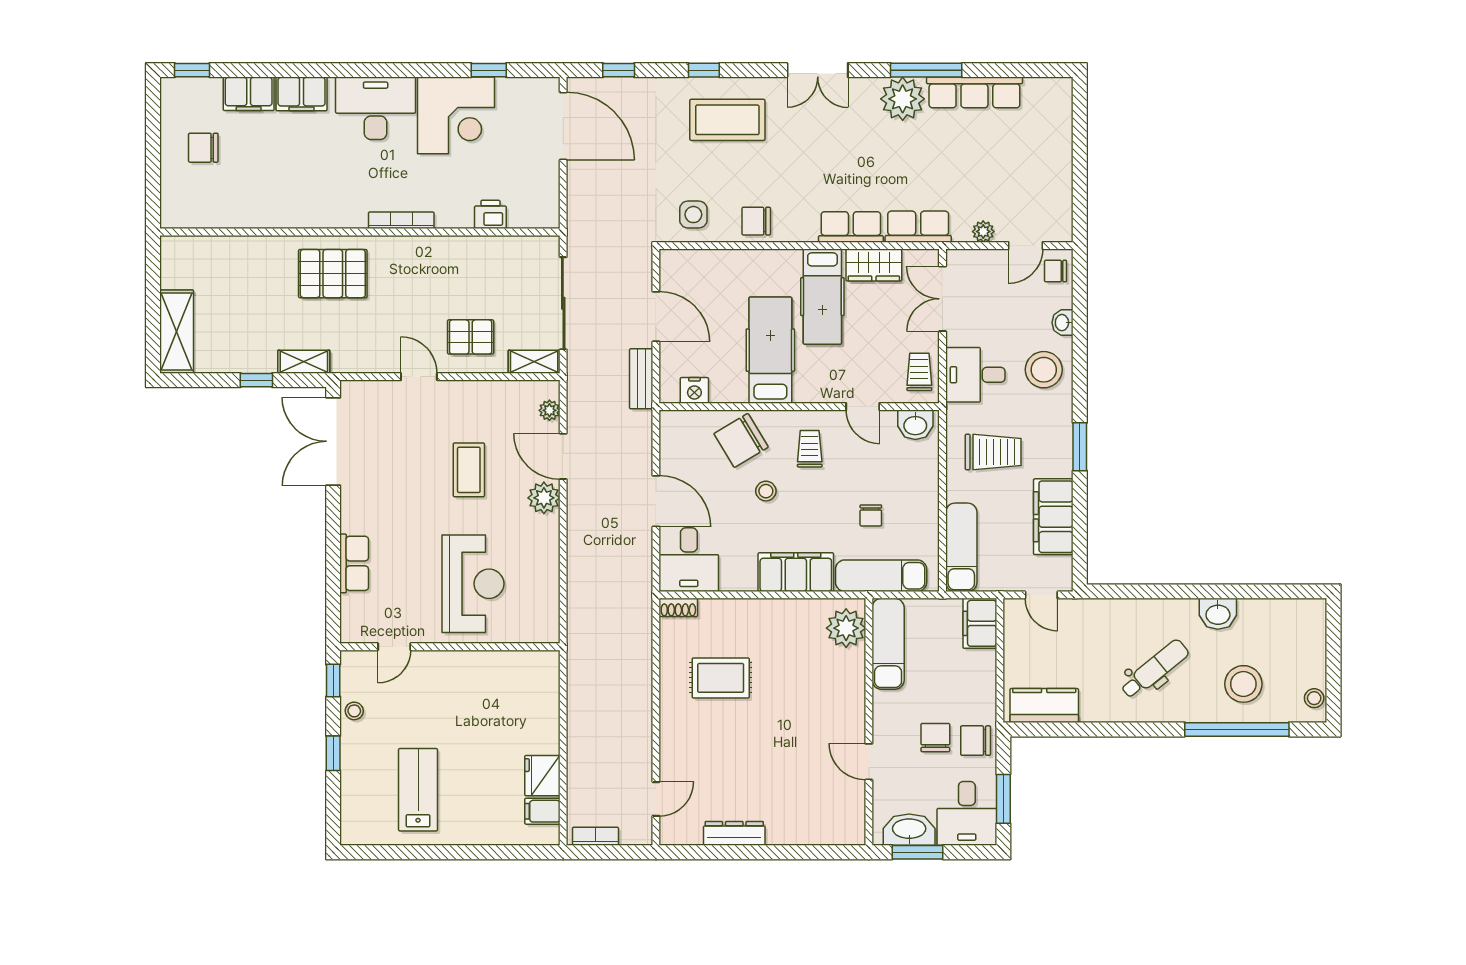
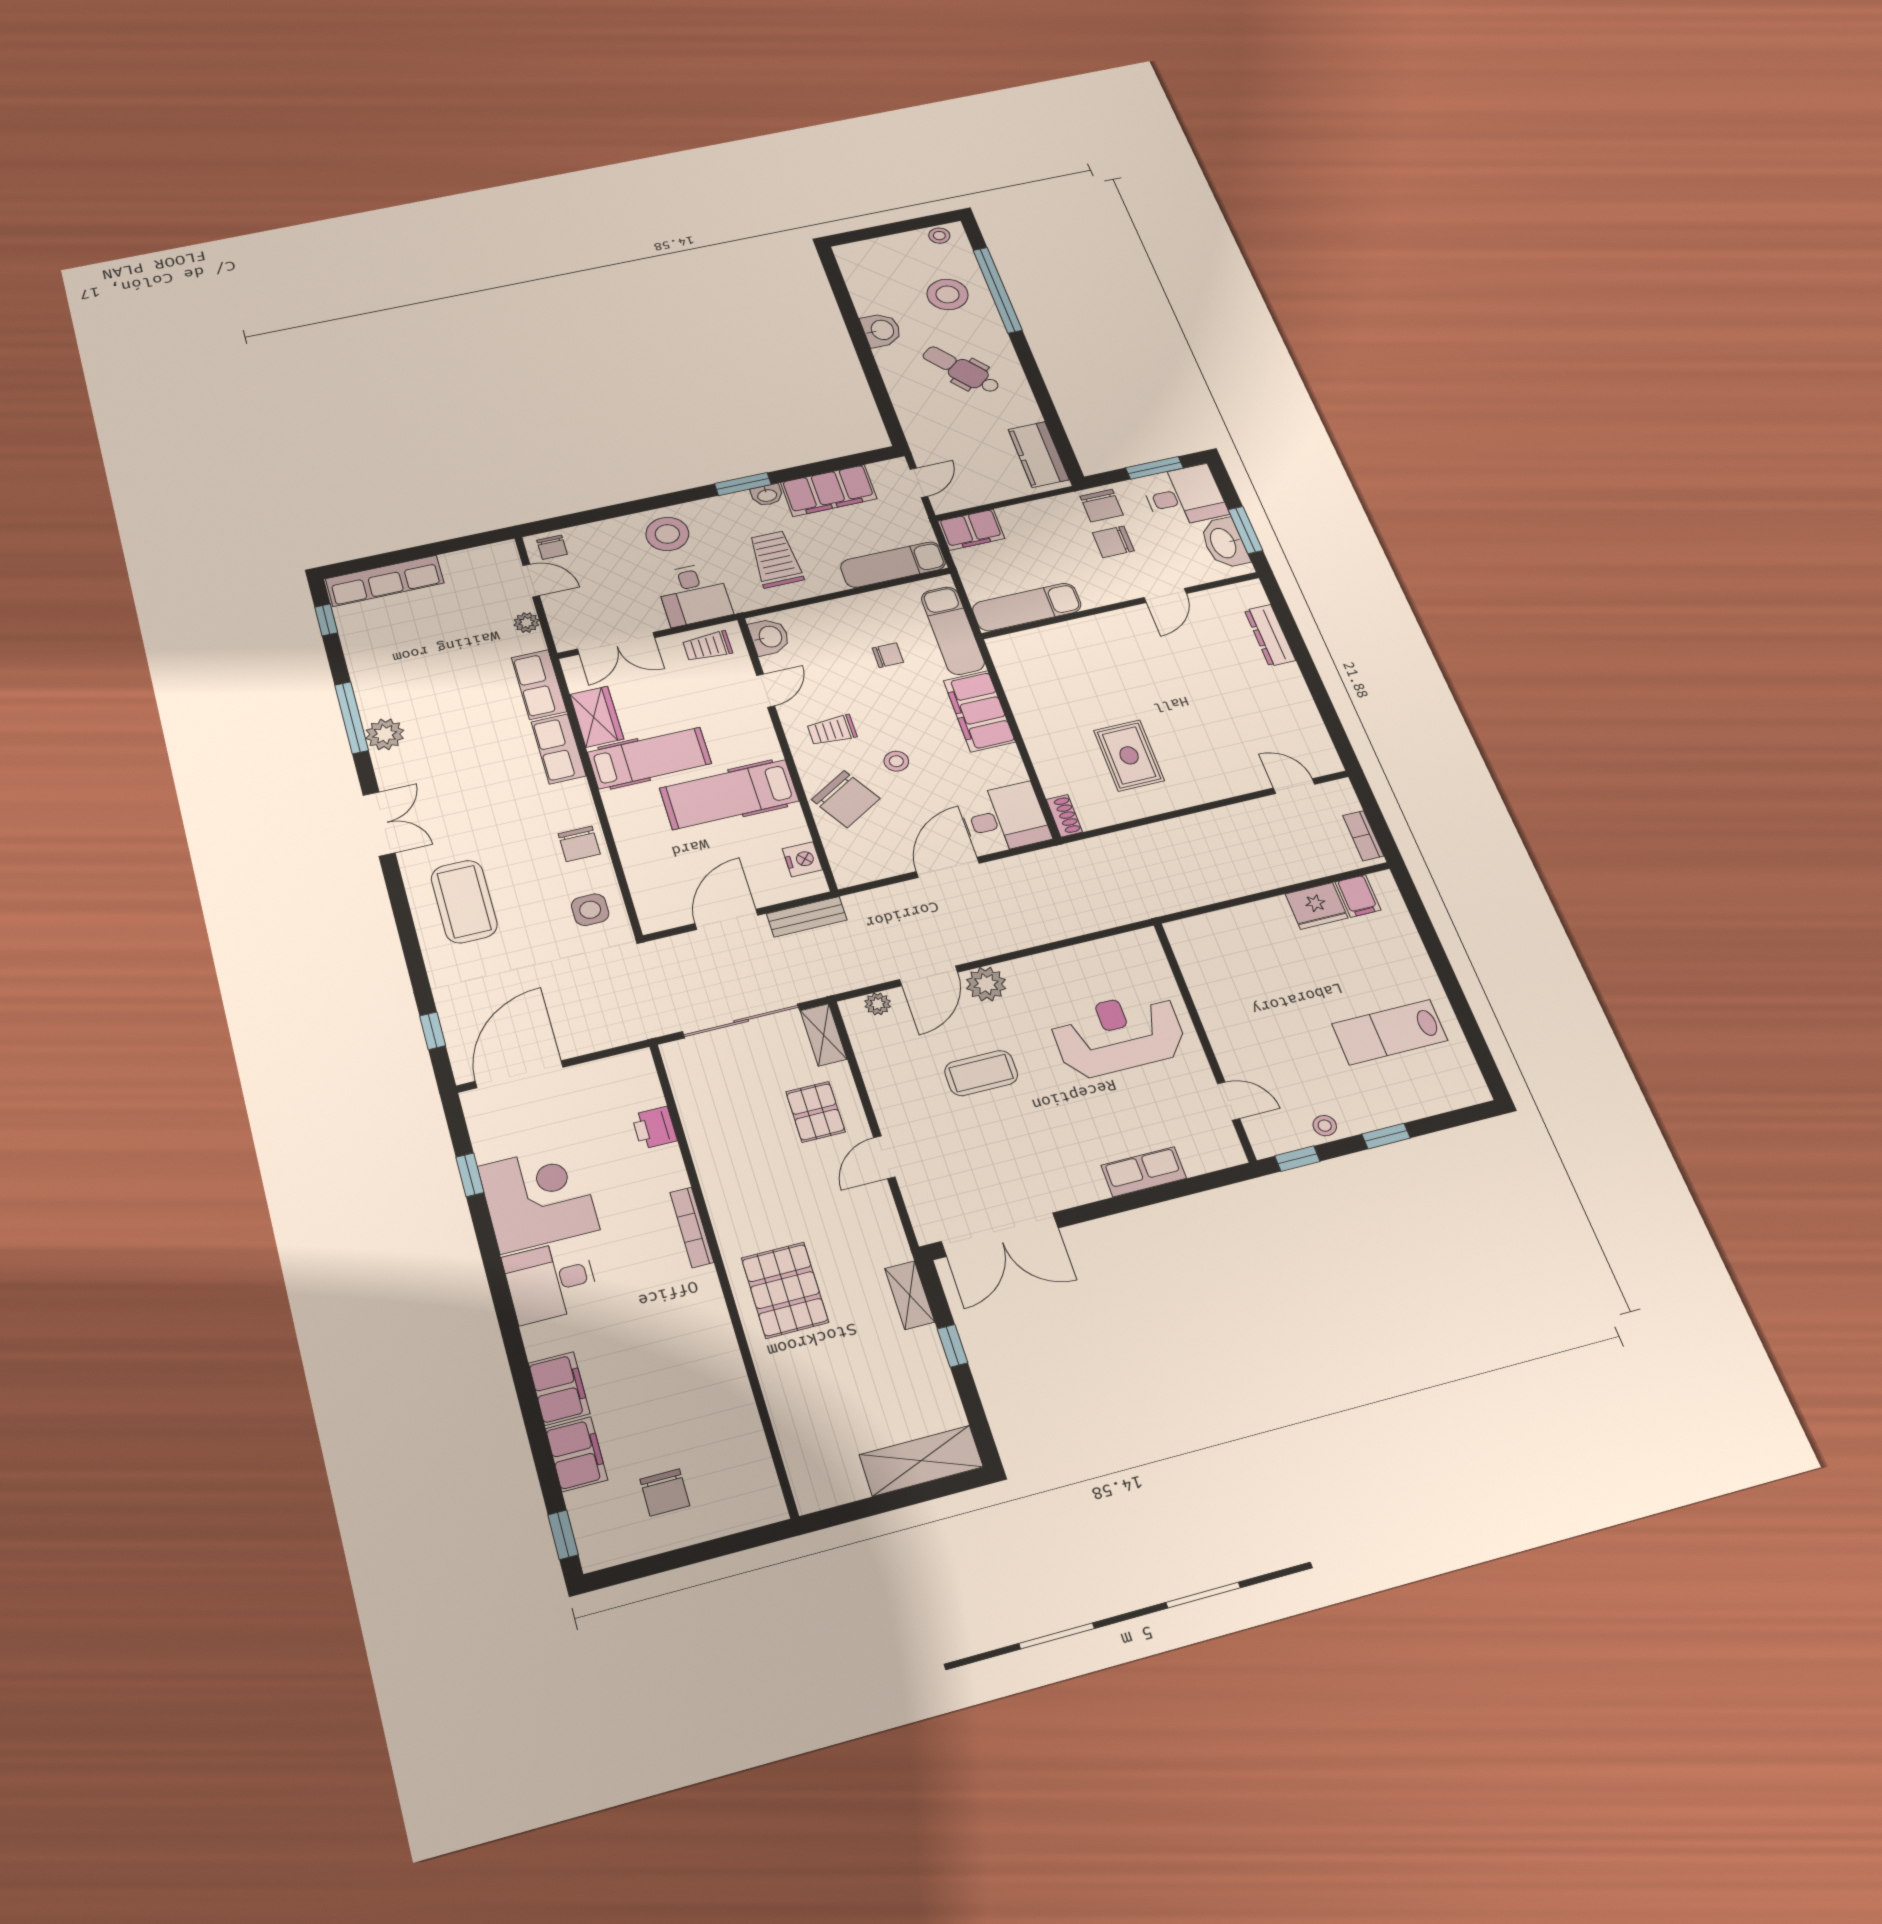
window: (704, 70) -> (326, 620), moved
row of seats: (974, 92) -> (385, 581), moved, turned 90
plant: (903, 99) -> (385, 734), width x0.73, depth x0.73
desk: (376, 108) -> (551, 1281), width x0.73
washbasin: (1063, 323) -> (767, 495), moved
plant: (846, 628) -> (1025, 650), removed
dresser: (734, 833) -> (1270, 635), moved

